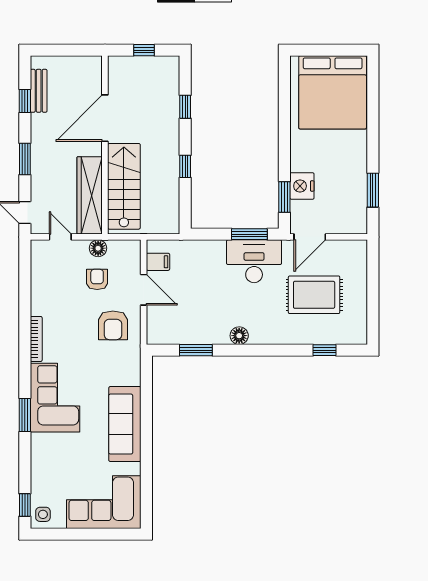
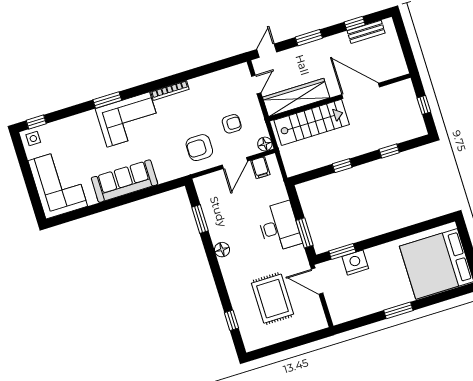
window: (373, 190) -> (398, 310), moved
floor lamp: (98, 248) -> (265, 144), moved
desk: (254, 261) -> (279, 227), moved

